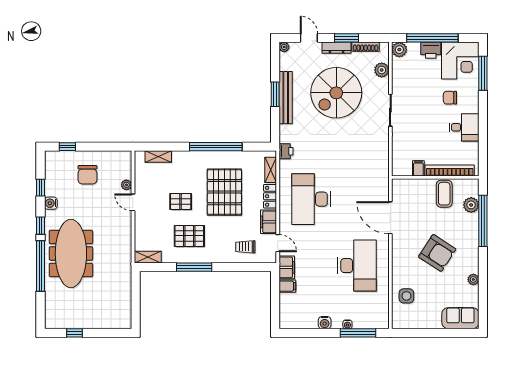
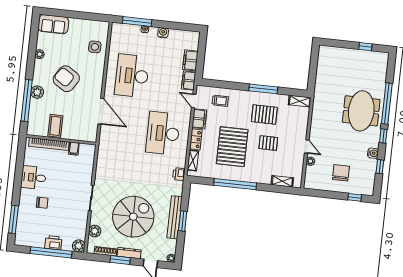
corner desk: (460, 61) -> (31, 232), removed
desk: (311, 199) -> (163, 133), turned 180
plant: (471, 205) -> (37, 92), moved
meeting table: (71, 253) -> (361, 111), width x0.73
filing cabinet: (287, 286) -> (190, 60), width x2.00

